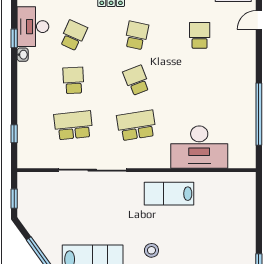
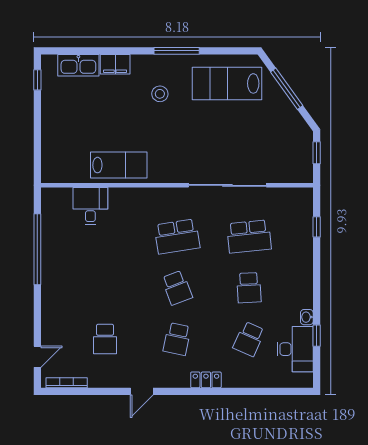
desk: (199, 147) -> (90, 206), width x0.53, depth x0.77
lab bench: (169, 194) -> (119, 165), moved

